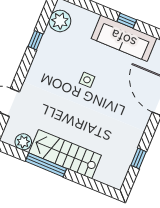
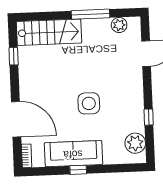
side table: (87, 80) -> (89, 103), width x1.87, depth x1.87
stairs: (65, 154) -> (49, 32), moved

